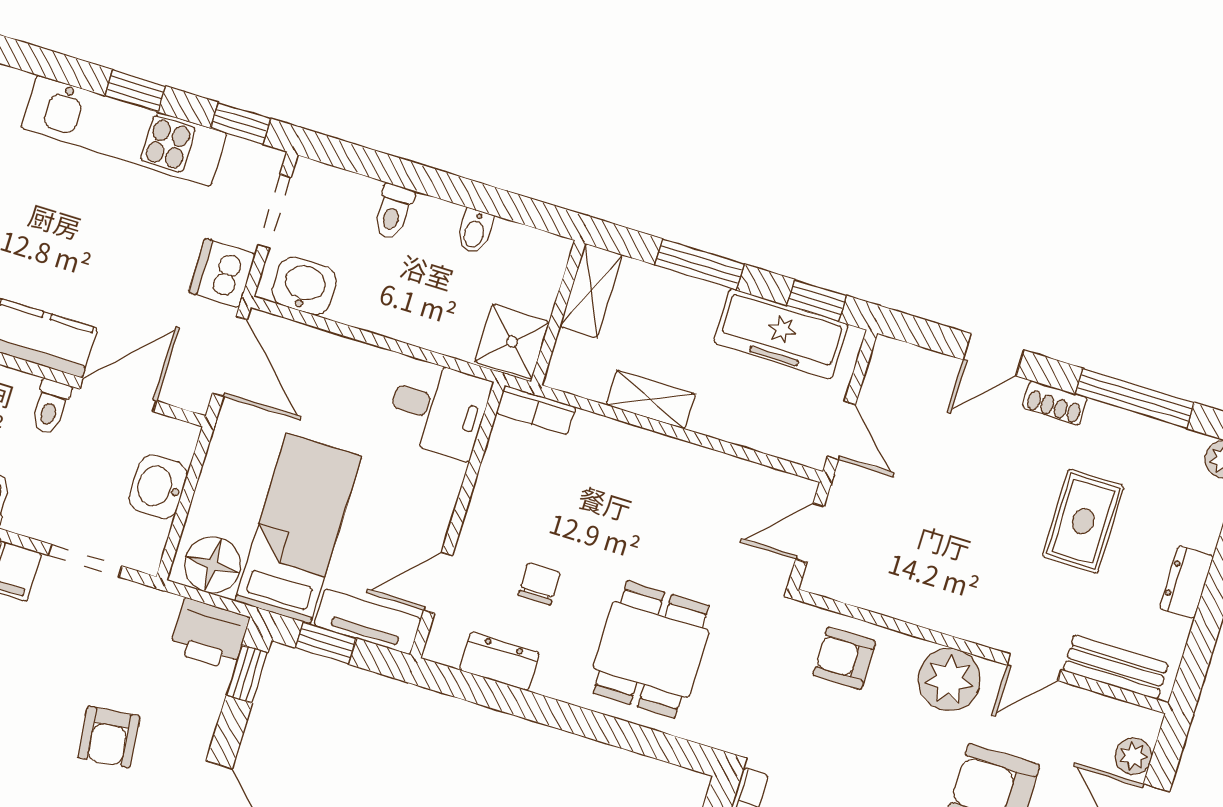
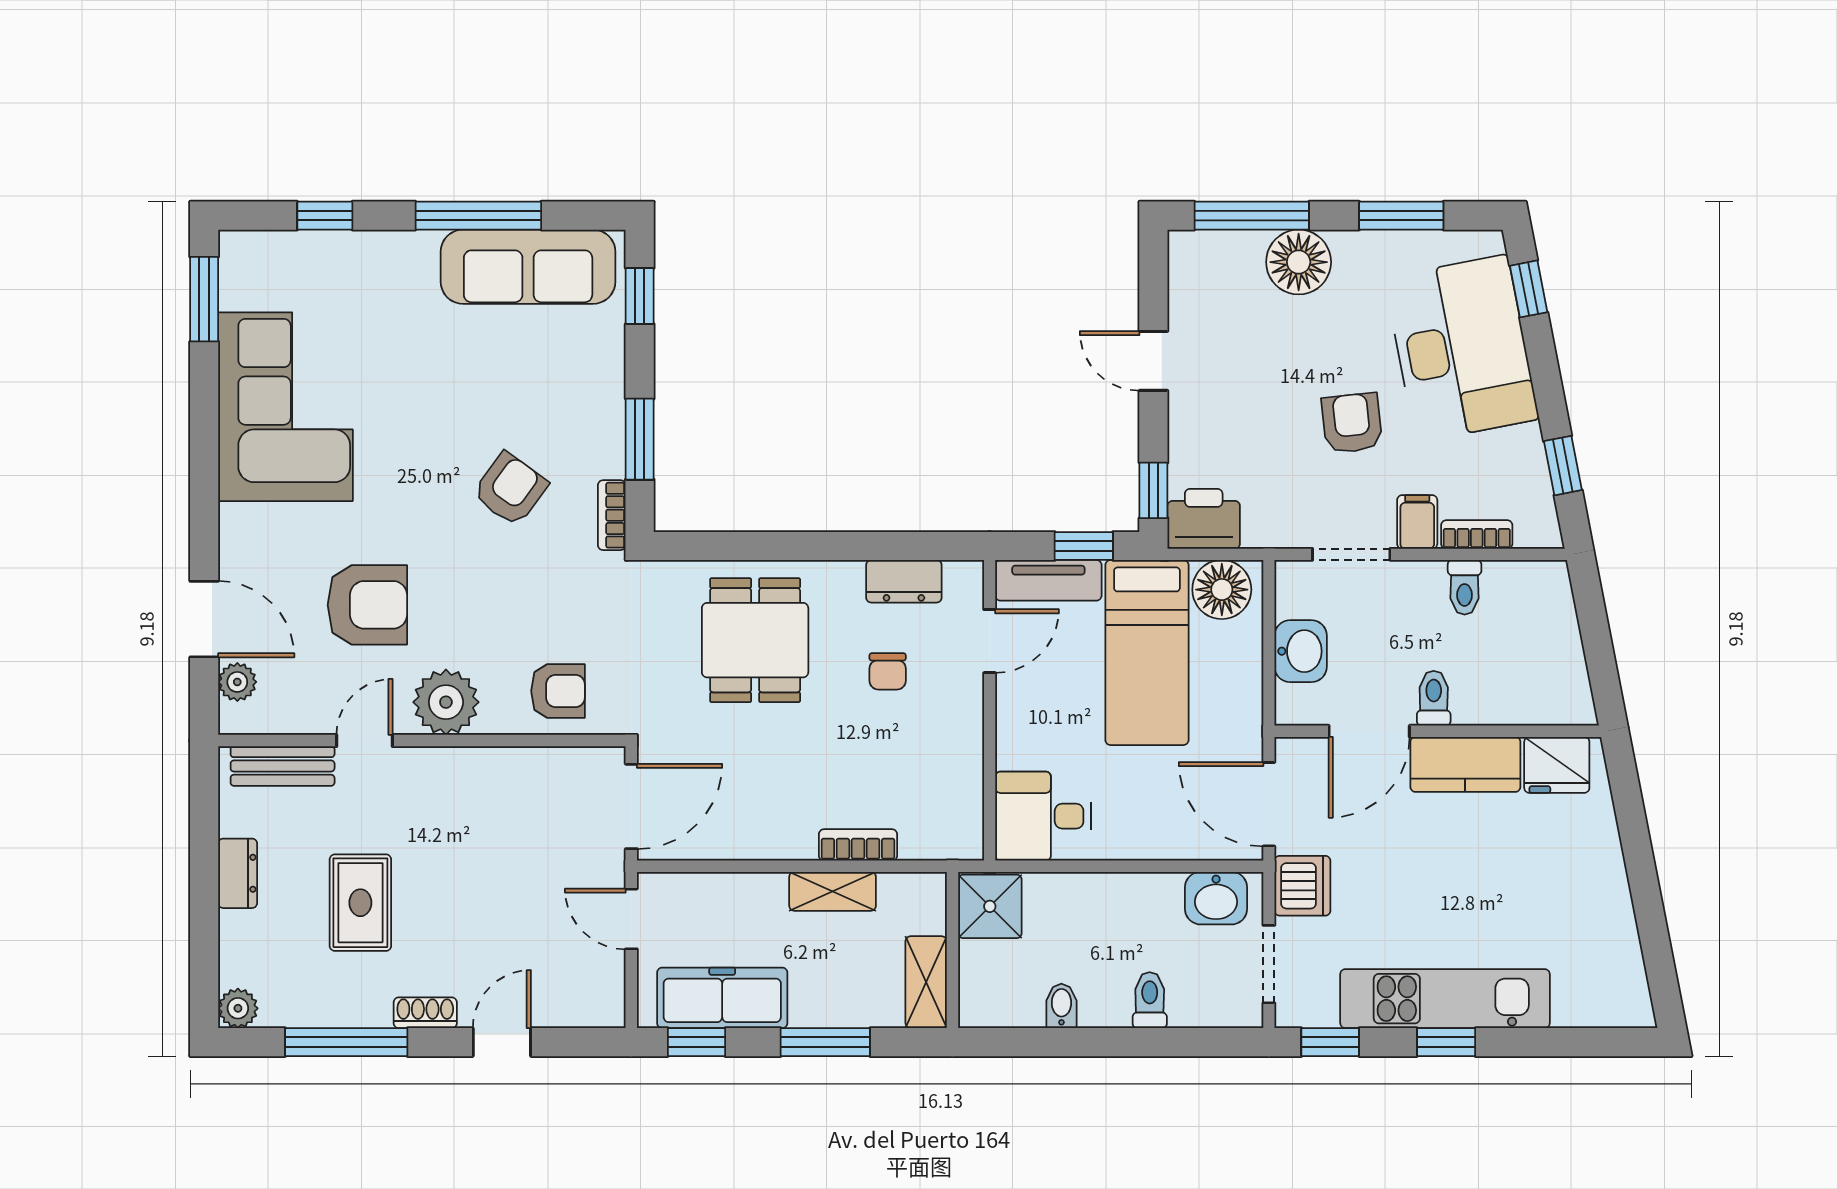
bookcase: (536, 410) -> (858, 845), moved
door: (810, 533) -> (631, 806), width x1.38
armchair: (109, 737) -> (1352, 423), moved

